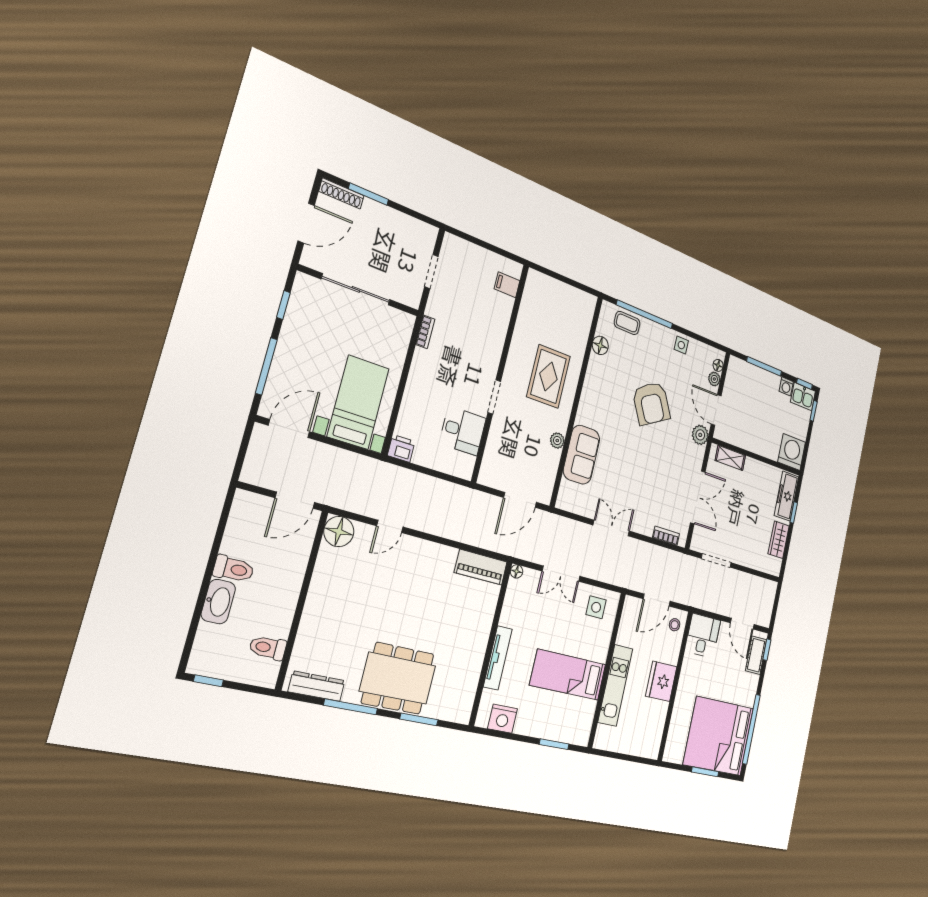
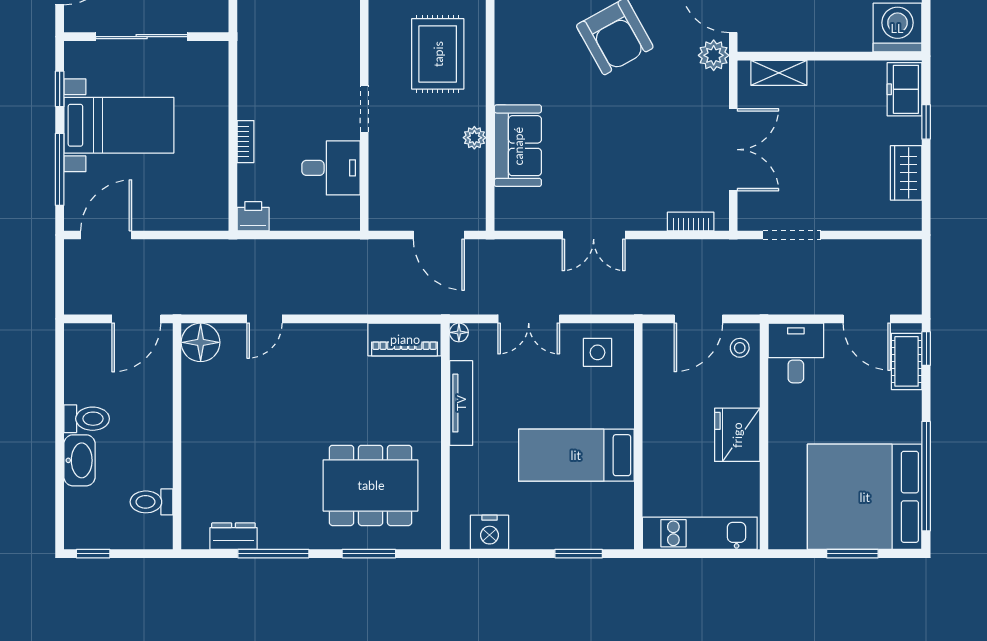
bookcase: (425, 332) -> (246, 142), moved
bed with nightstands: (358, 402) -> (119, 125), moved, turned 90
freezer: (786, 496) -> (905, 89), width x0.71
door: (520, 500) -> (439, 235), hinge flipped
double door: (611, 528) -> (594, 235), swing flipped
tv unit: (498, 658) -> (461, 403), moved
dining table: (398, 678) -> (371, 485), moved
kitchen unit: (615, 685) -> (700, 533), moved, turned -90
dresser: (317, 686) -> (233, 536), width x0.70

